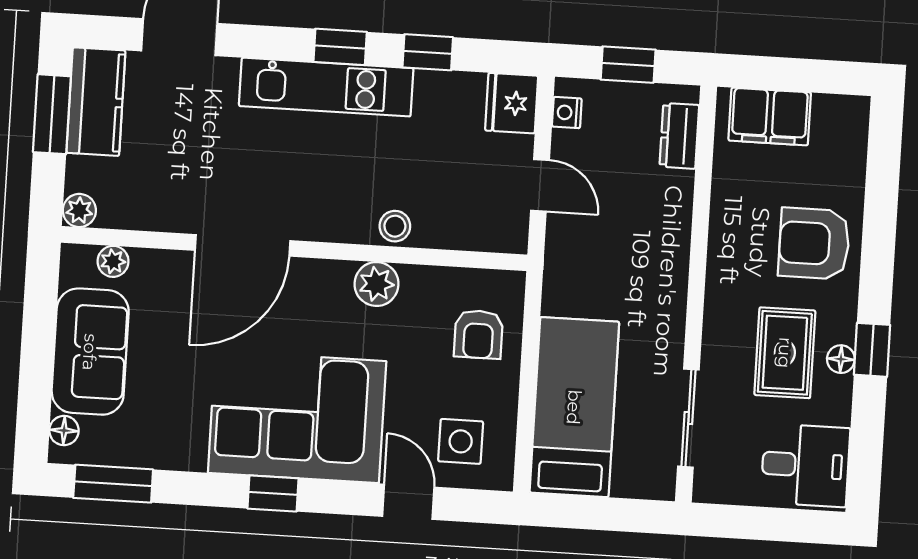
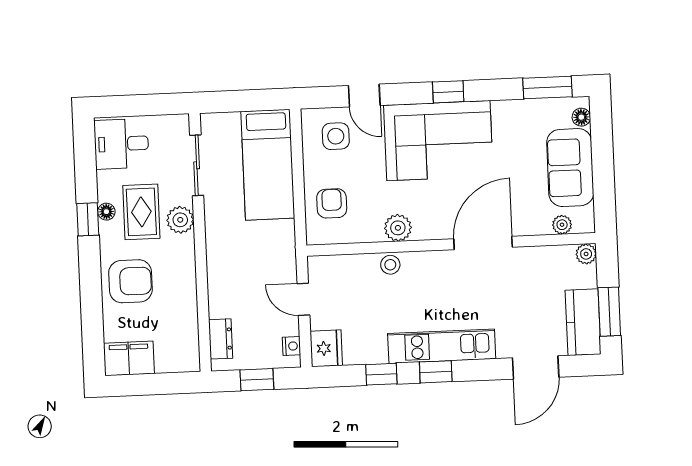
filing cabinet: (770, 116) -> (129, 358), moved
plant: (724, 334) -> (180, 220), added

